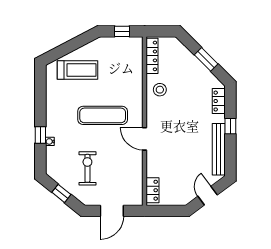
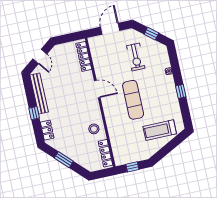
exercise mat: (103, 115) -> (133, 100), turned 90
window: (40, 135) -> (181, 91), moved
locker: (152, 190) -> (84, 56), width x1.53

